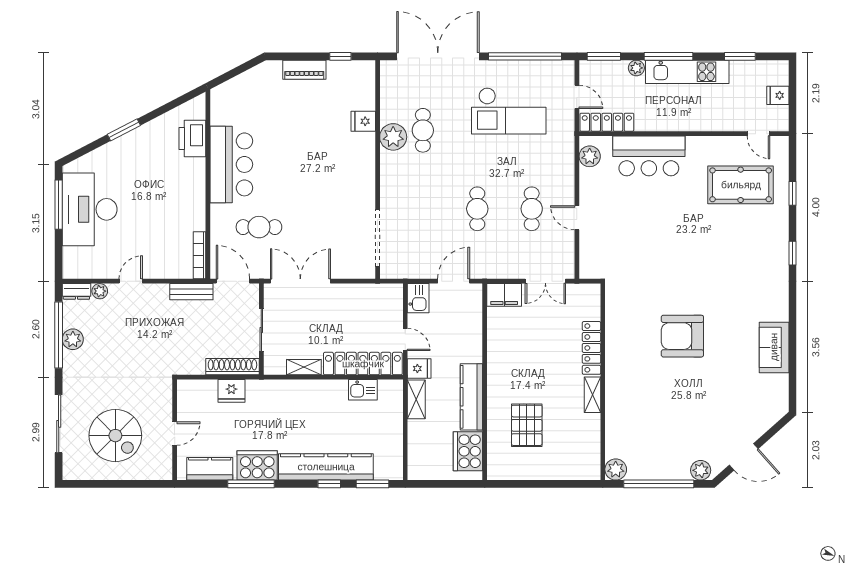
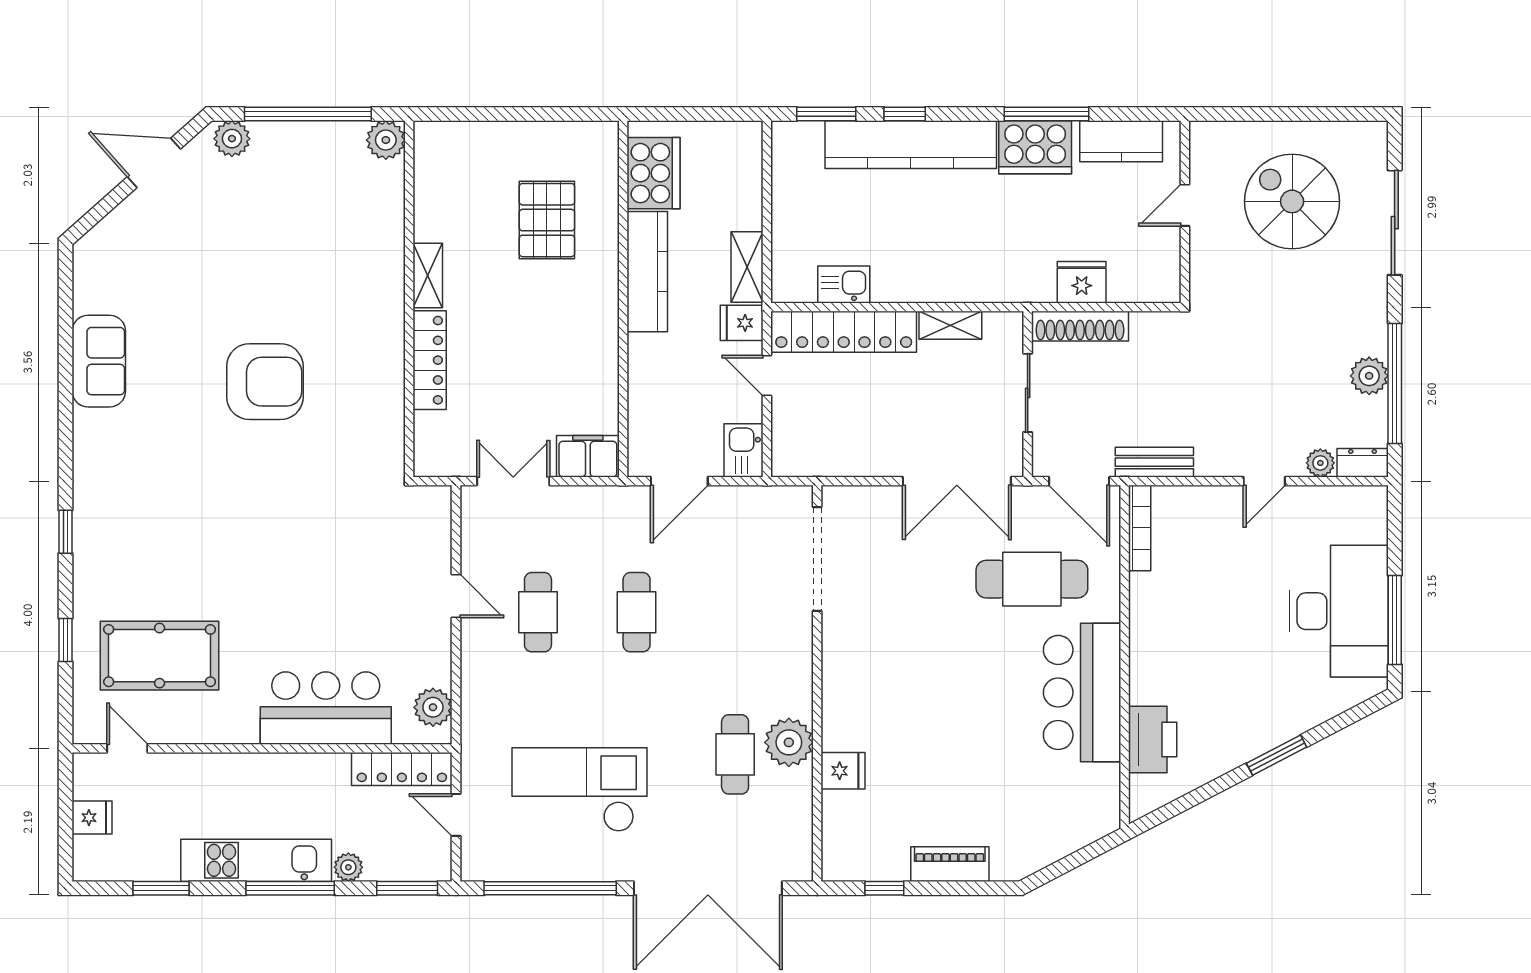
cafe table: (259, 227) -> (1032, 579), width x1.37, depth x1.35

